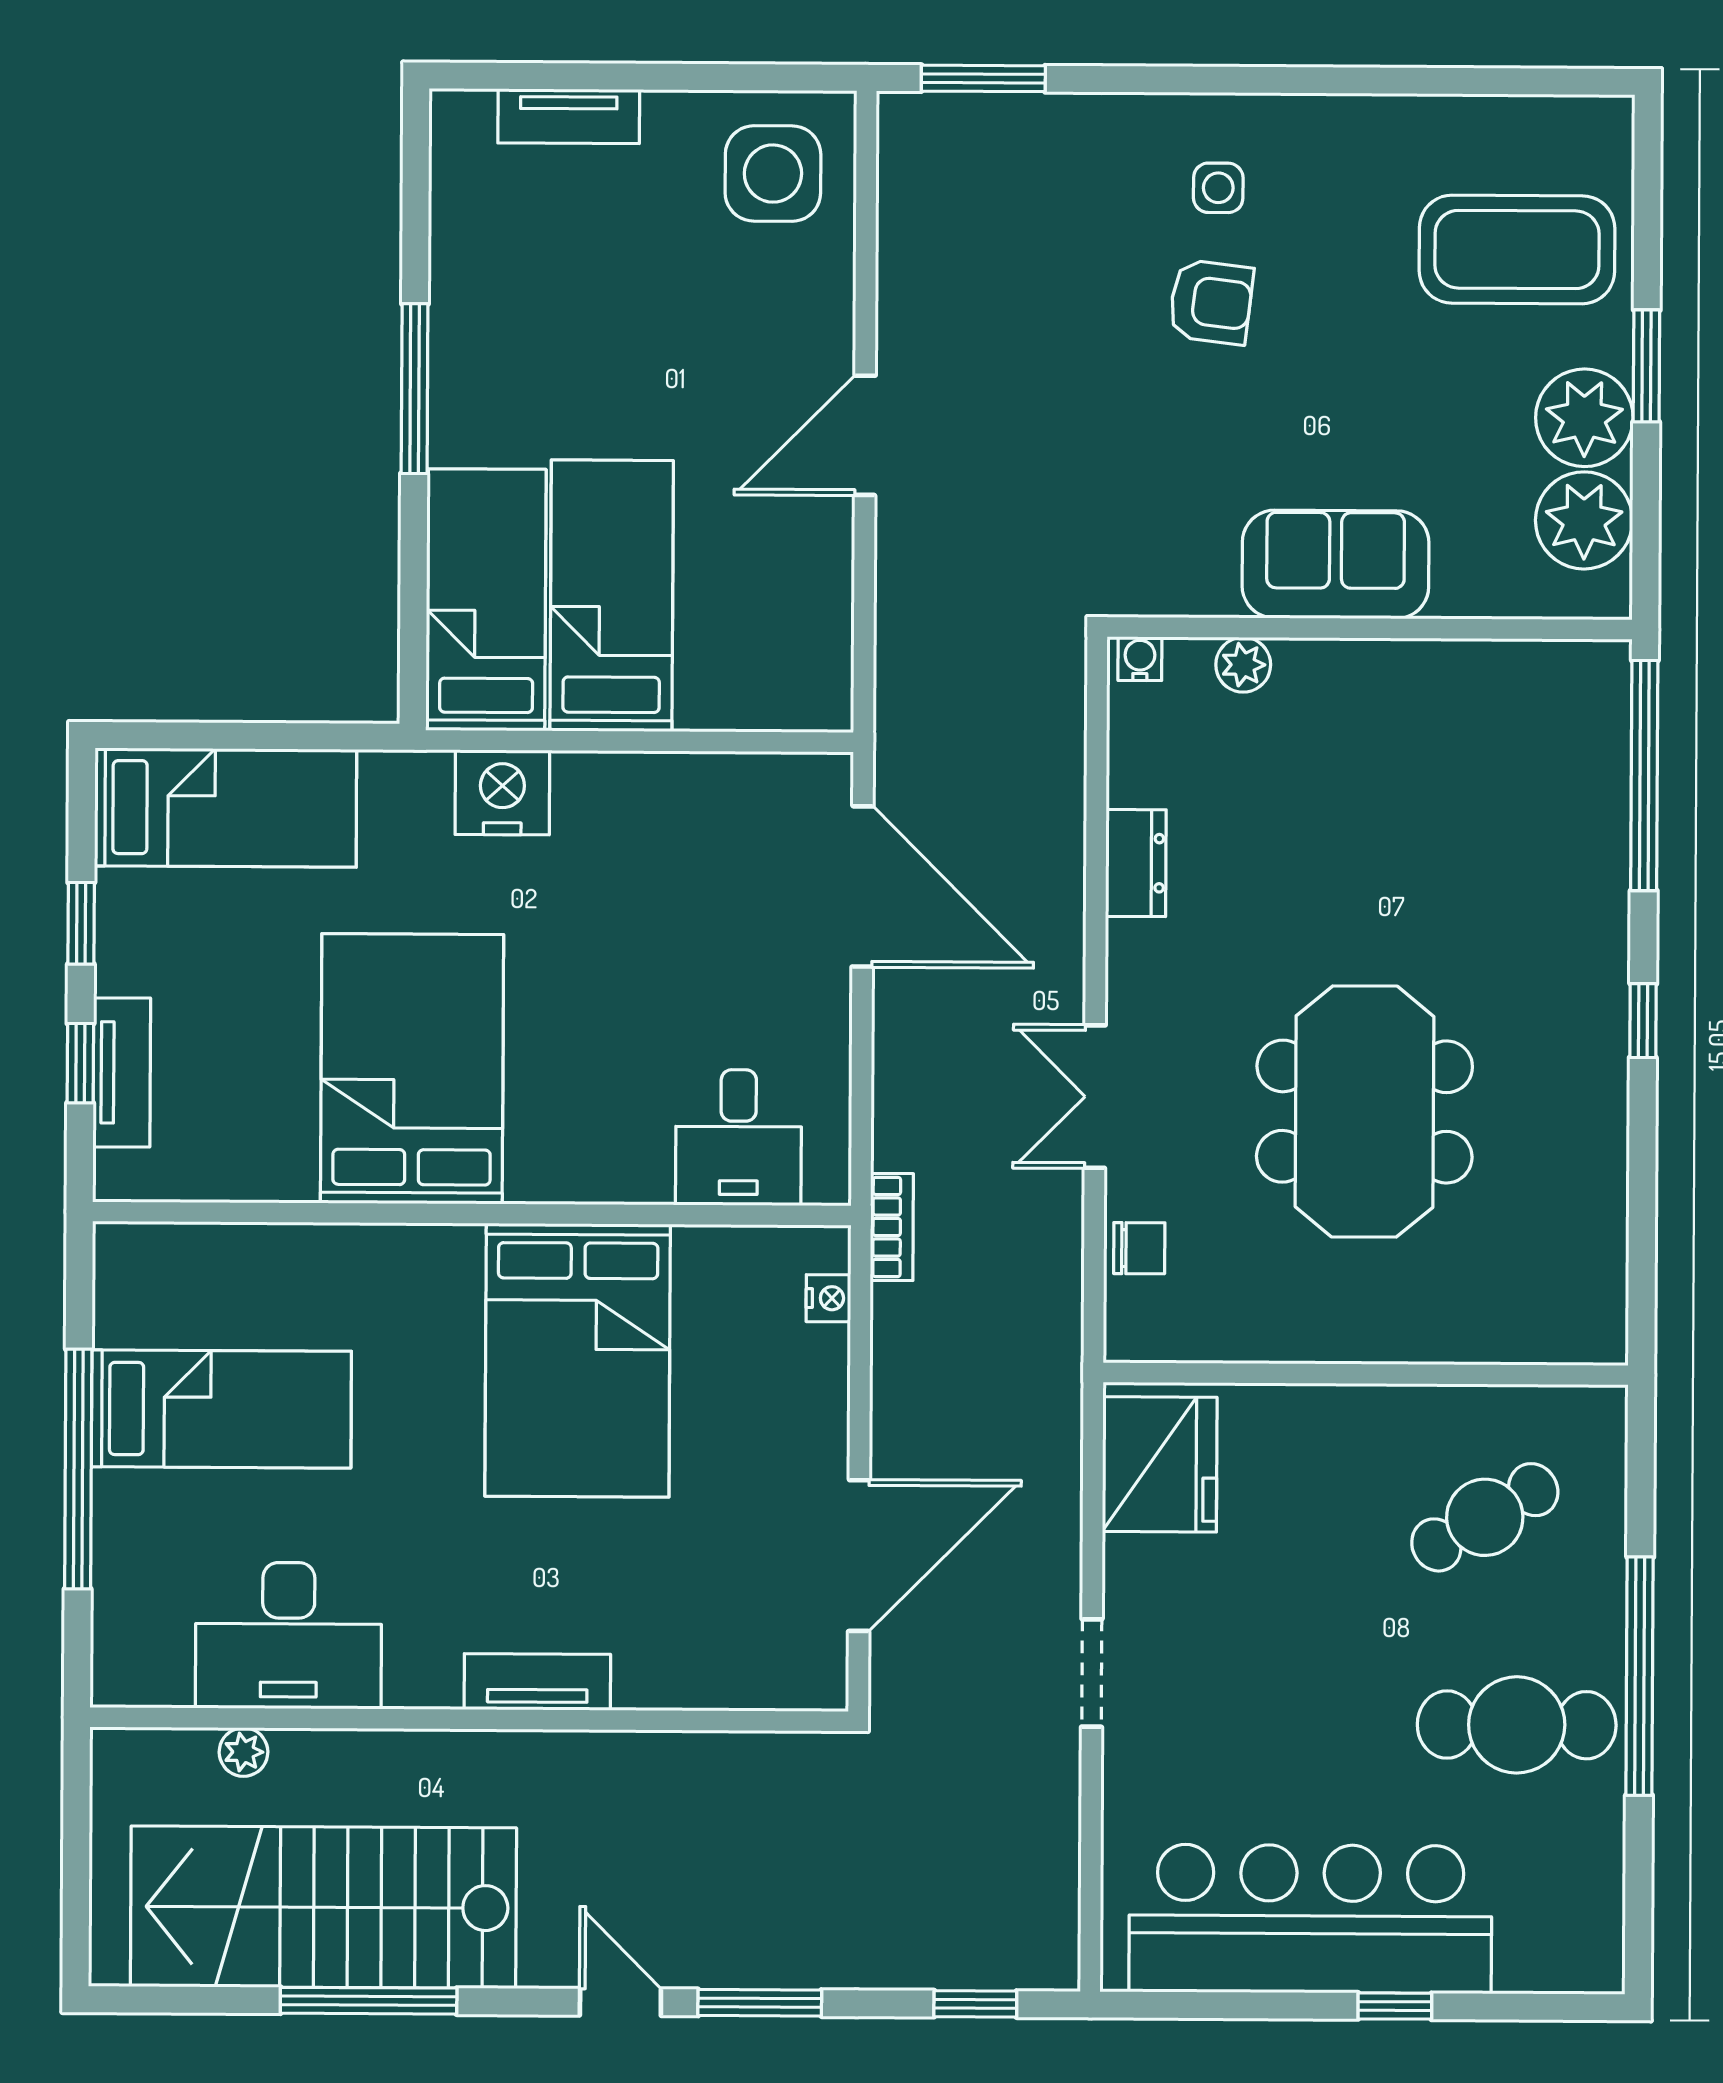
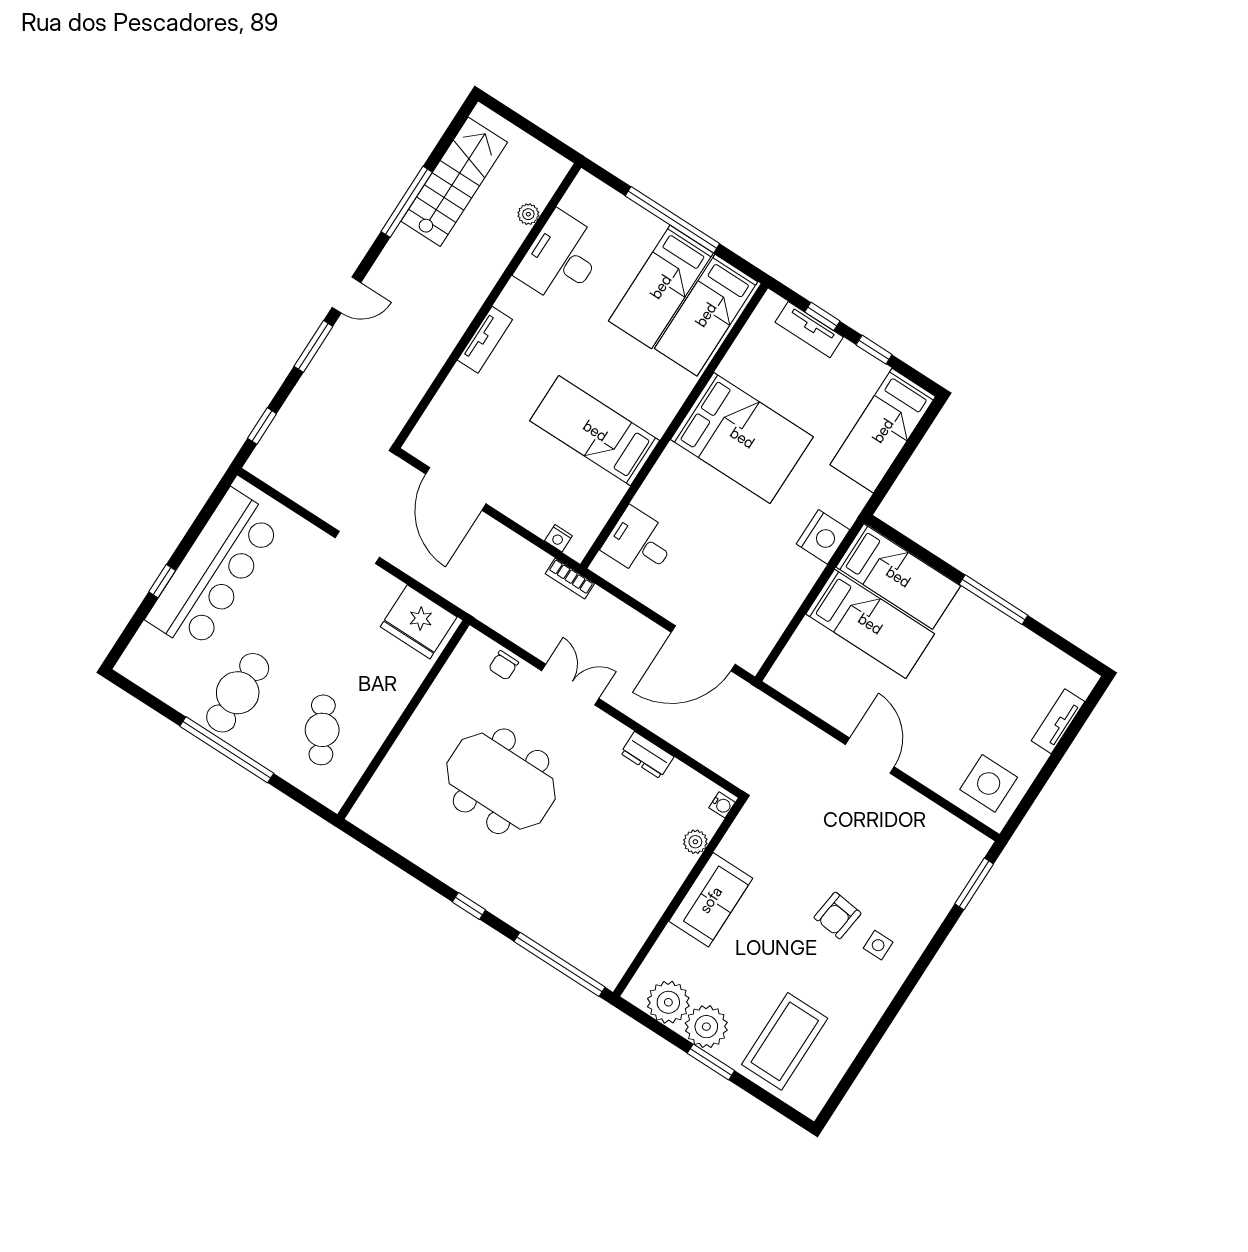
bed: (220, 1288) -> (706, 315), added
bed: (578, 1360) -> (595, 431), width x0.67
stairs: (323, 1907) -> (454, 182), width x0.73, depth x0.66

